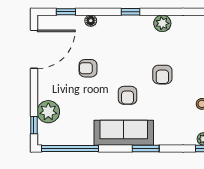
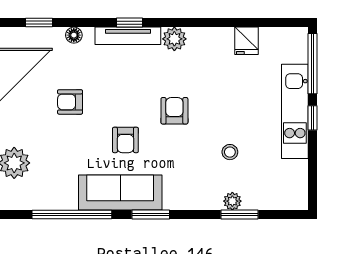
tv unit: (129, 21) -> (128, 36), added
armchair: (162, 75) -> (174, 111), turned 180
window: (70, 148) -> (72, 215), moved

